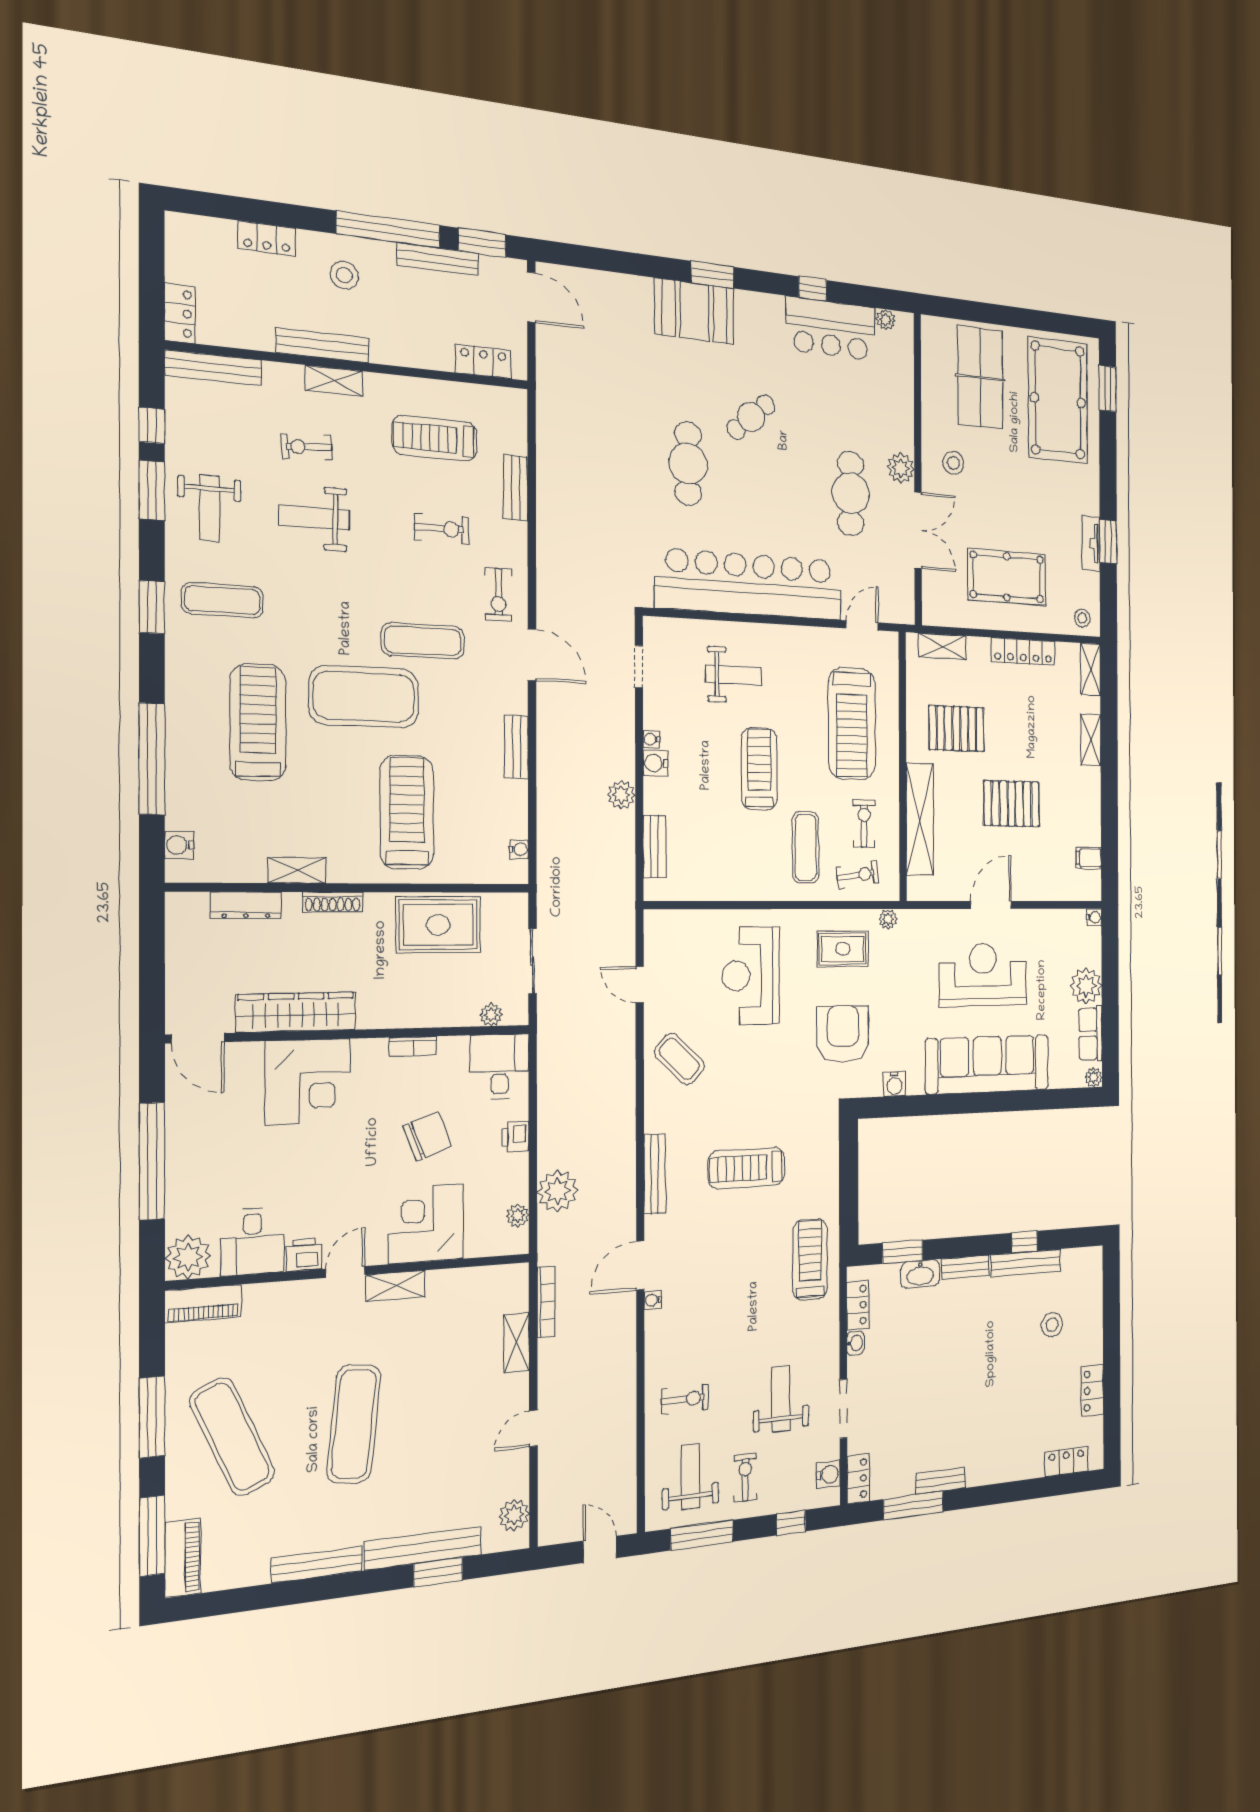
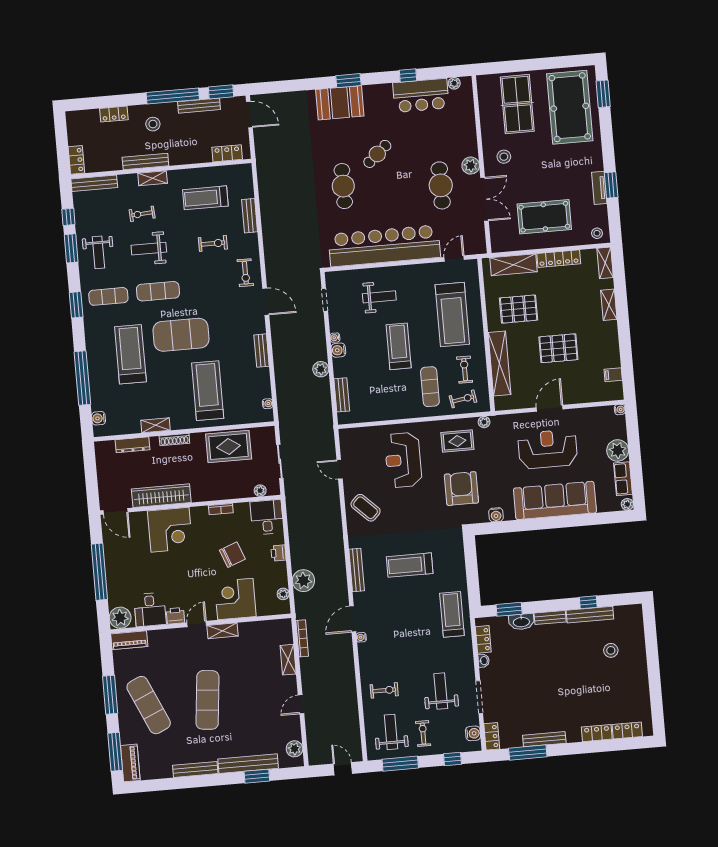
exercise mat: (423, 641) -> (158, 291), moved
shelving: (943, 646) -> (514, 265), width x1.50, depth x1.33
locker: (1092, 1391) -> (597, 733), moved, turned 90
bench: (941, 1481) -> (544, 739), width x1.36

